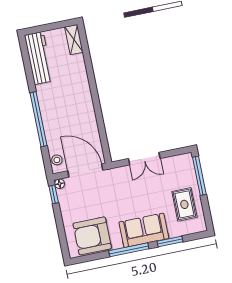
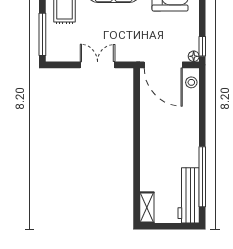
window: (38, 119) -> (202, 177), moved

